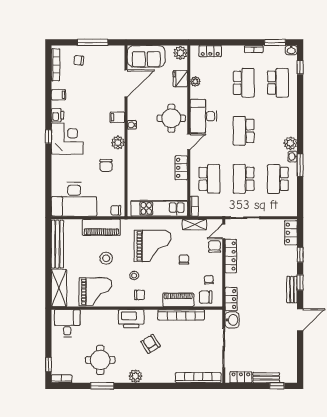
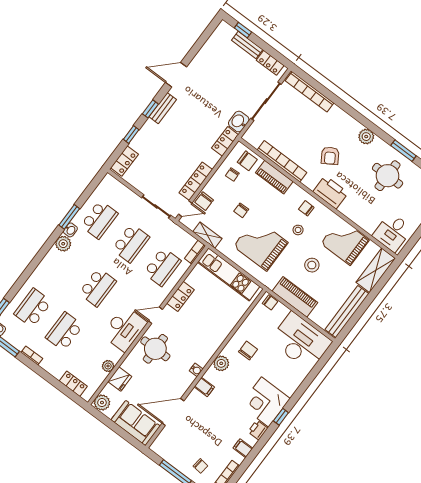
school desk: (209, 179) -> (162, 267), turned 180

